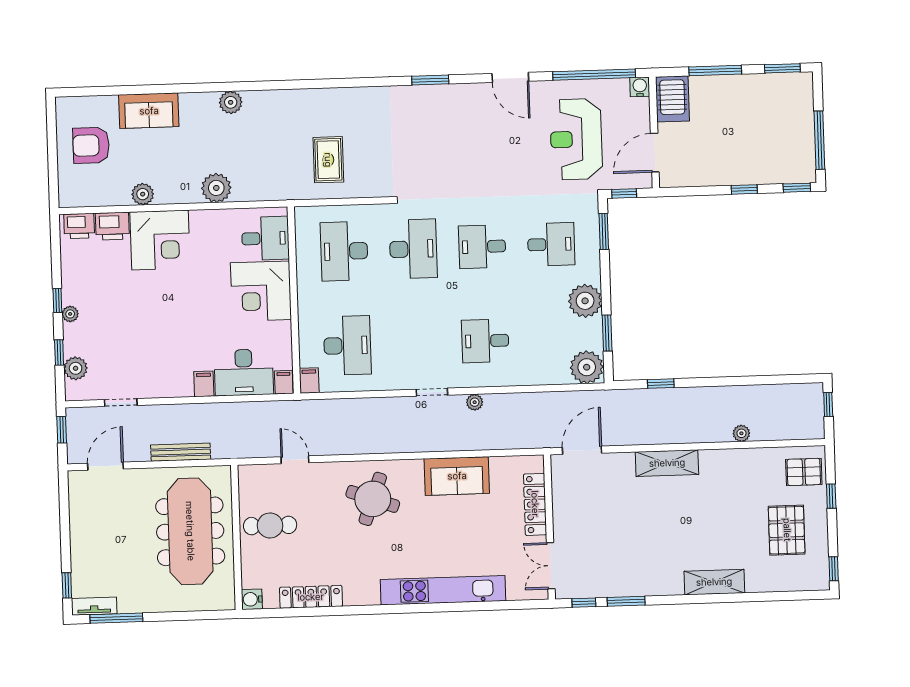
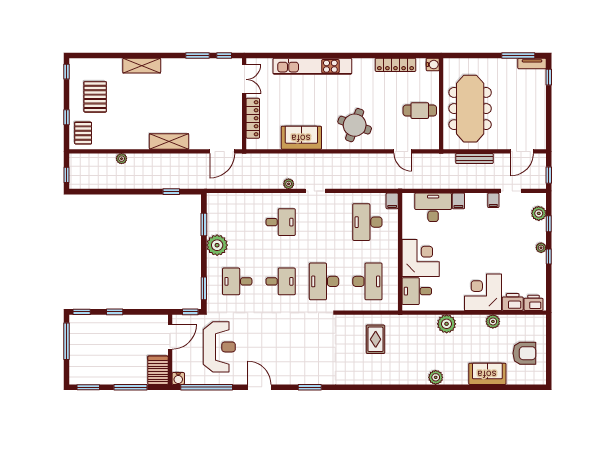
plant: (587, 367) -> (217, 203), removed
filing cabinet: (284, 382) -> (493, 200), moved
pallet: (804, 472) -> (83, 133), turned 90

